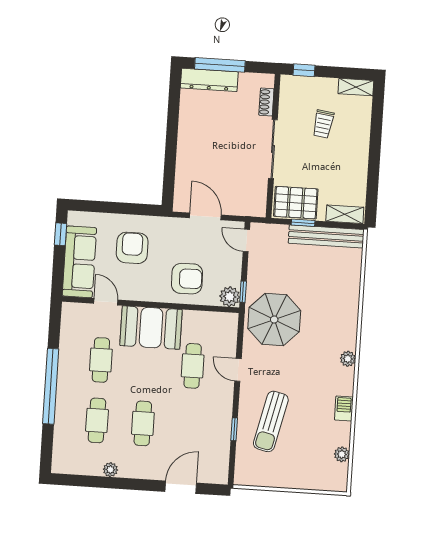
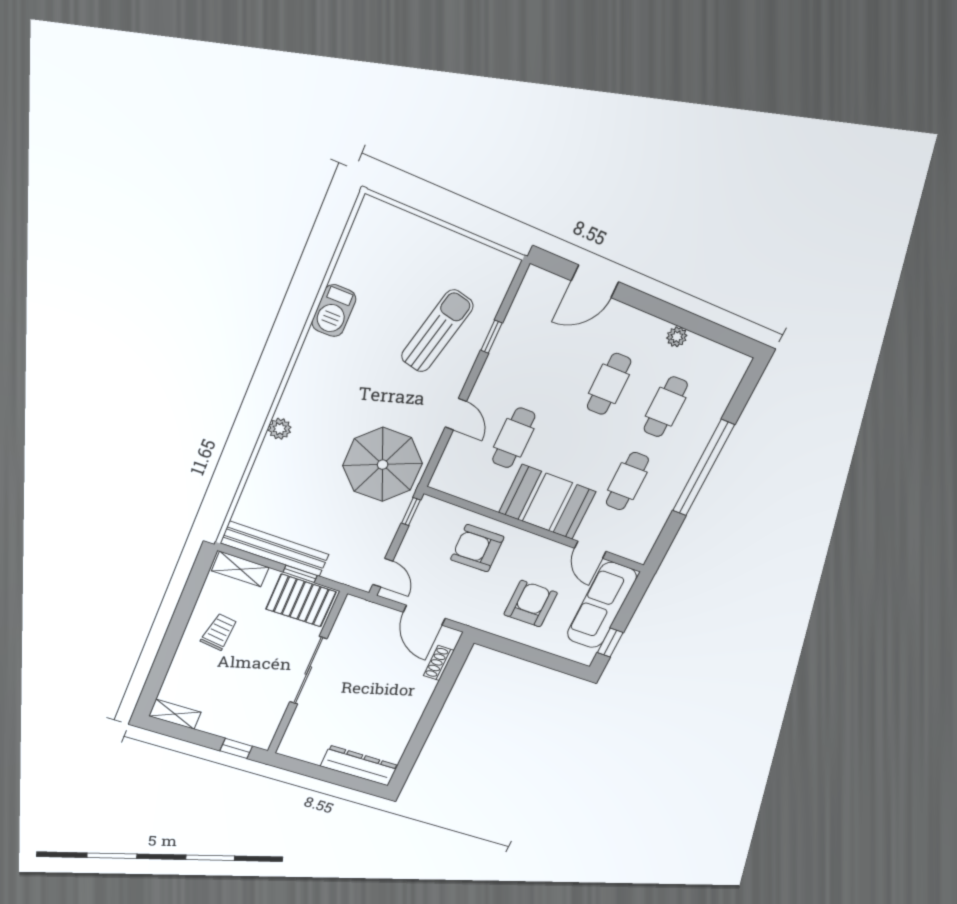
window: (220, 65) -> (340, 779), removed
shoe rack: (266, 102) -> (439, 663), moved, turned 180
trolley: (323, 124) -> (219, 632), moved
armchair: (132, 248) -> (531, 604), turned 180
plant: (230, 297) -> (431, 511), removed
plant: (348, 359) -> (280, 429), moved
barbecue: (344, 408) -> (334, 311), width x1.38, depth x1.27
plant: (342, 454) -> (353, 251), removed

